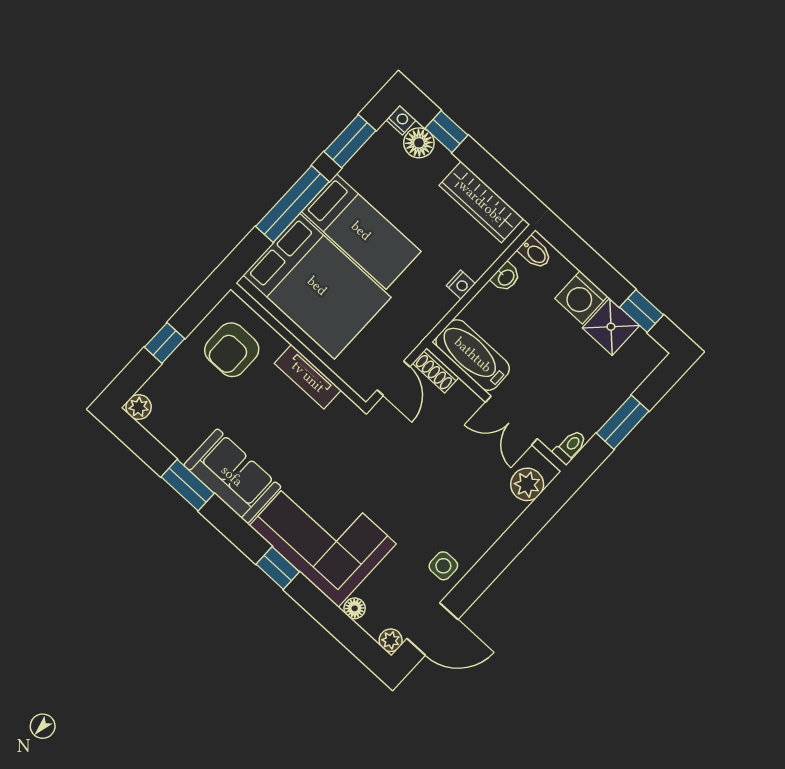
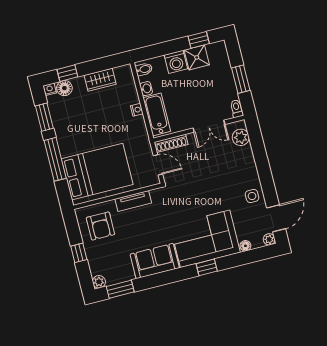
wardrobe: (481, 202) -> (100, 80), width x0.67
bed: (361, 231) -> (86, 138), removed
bathtub: (473, 355) -> (157, 115), moved, turned 90
shoe rack: (436, 370) -> (171, 143), width x1.43
window: (188, 485) -> (120, 289), moved

